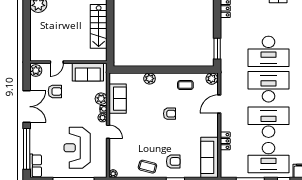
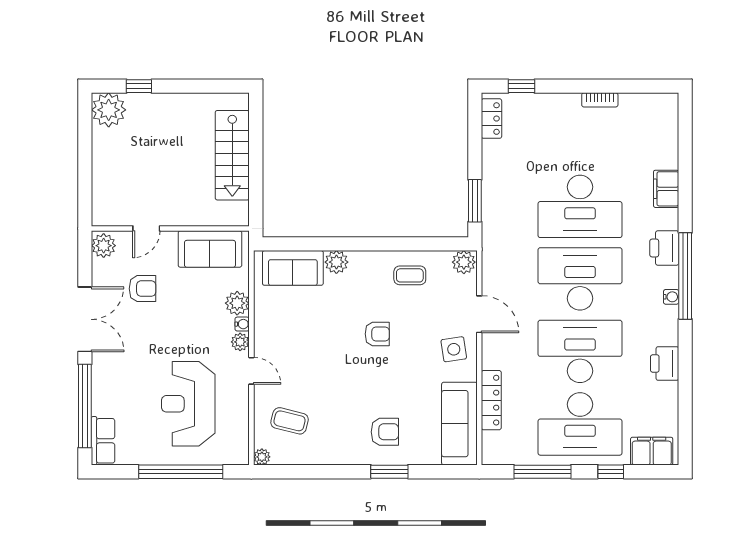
sofa: (118, 99) -> (293, 268), moved, turned 90
door: (219, 104) -> (479, 314), swing flipped
side table: (207, 121) -> (454, 349), added
locker: (225, 141) -> (491, 400), width x1.53
coffee table: (147, 167) -> (290, 421), moved

